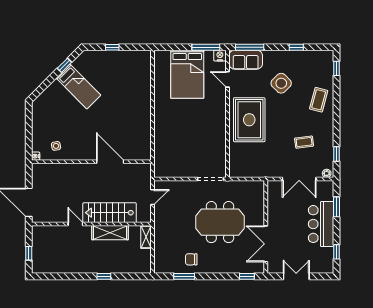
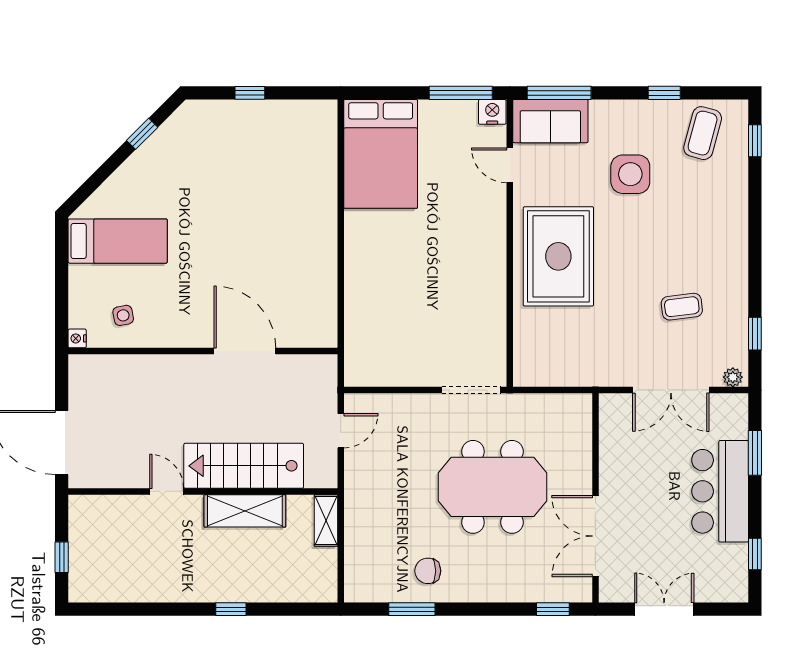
bed: (187, 74) -> (381, 154), moved
side table: (281, 83) -> (630, 174), turned 45
bed: (78, 87) -> (118, 241), moved, turned -45
coffee table: (319, 100) -> (703, 133), moved

